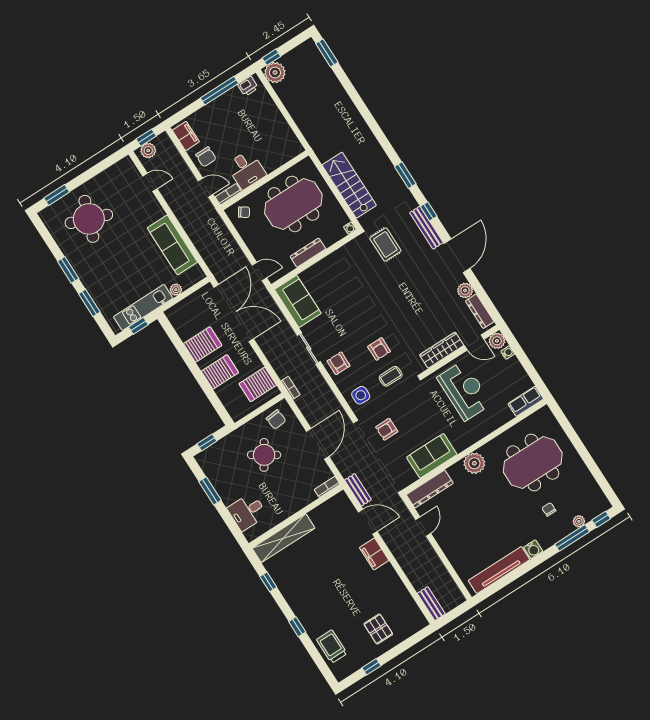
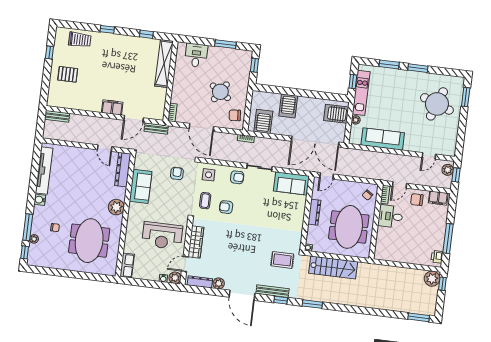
server rack: (203, 344) -> (336, 114), moved, turned 90

